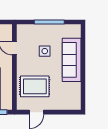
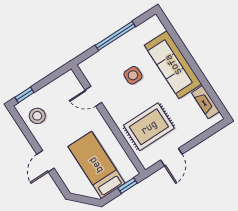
fireplace: (76, 93) -> (206, 102), added

